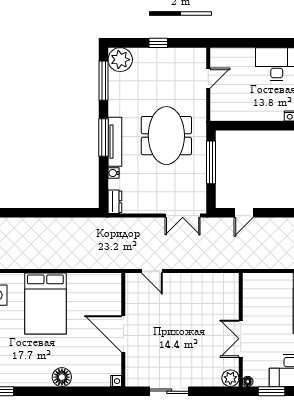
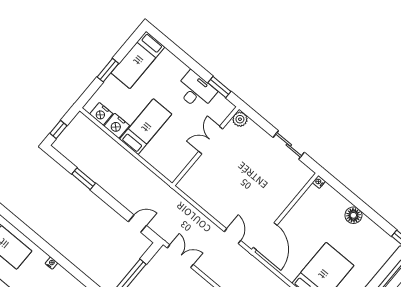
door: (123, 334) -> (265, 236), moved
double door: (241, 339) -> (211, 140), swing flipped
floor lamp: (248, 381) -> (230, 107), removed

